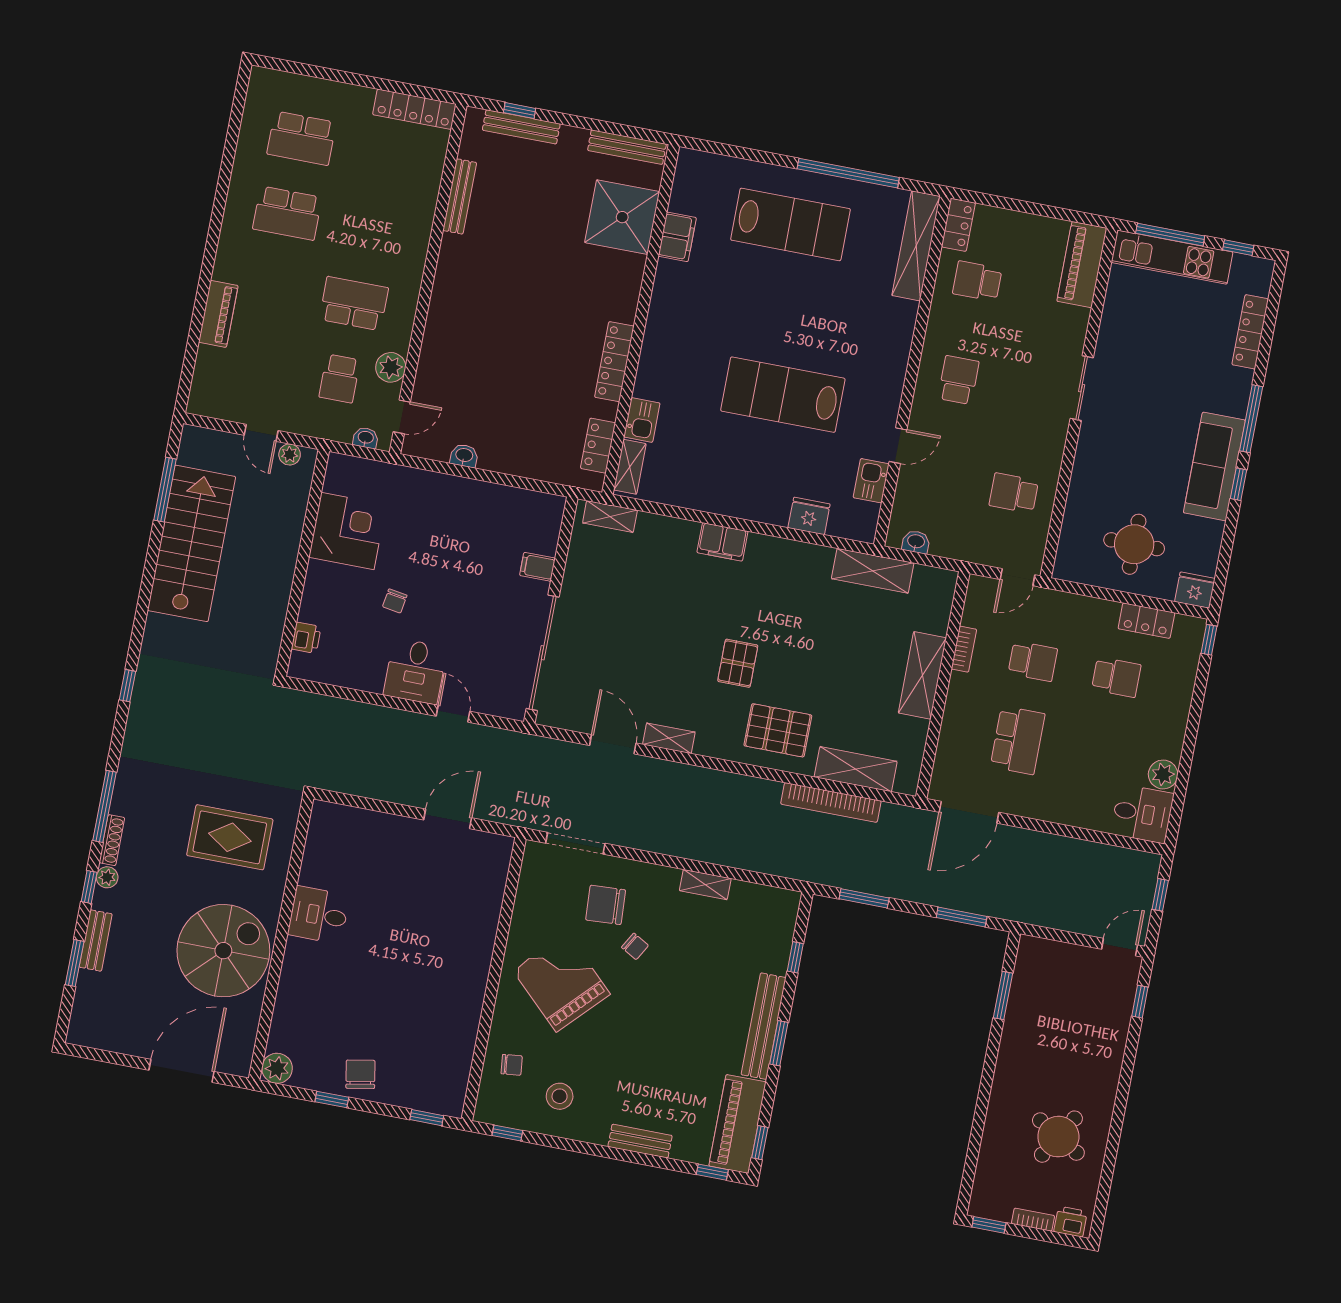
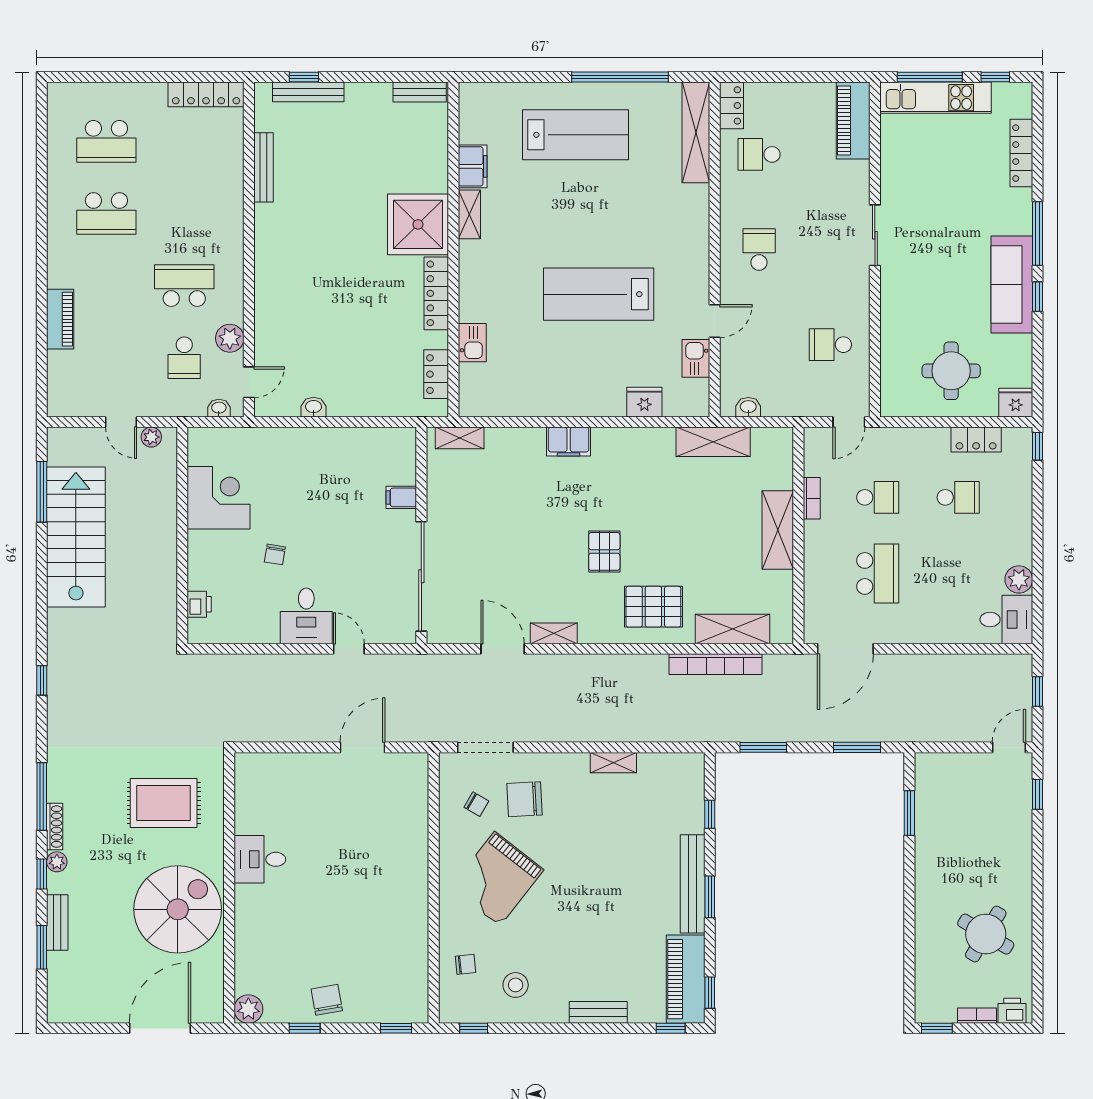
bench: (627, 147) -> (420, 92), width x0.73
shower: (622, 217) -> (418, 224), moved
shelving: (630, 467) -> (469, 214), moved
chair: (635, 946) -> (476, 804), moved
grand piano: (561, 982) -> (497, 879), turned -96

